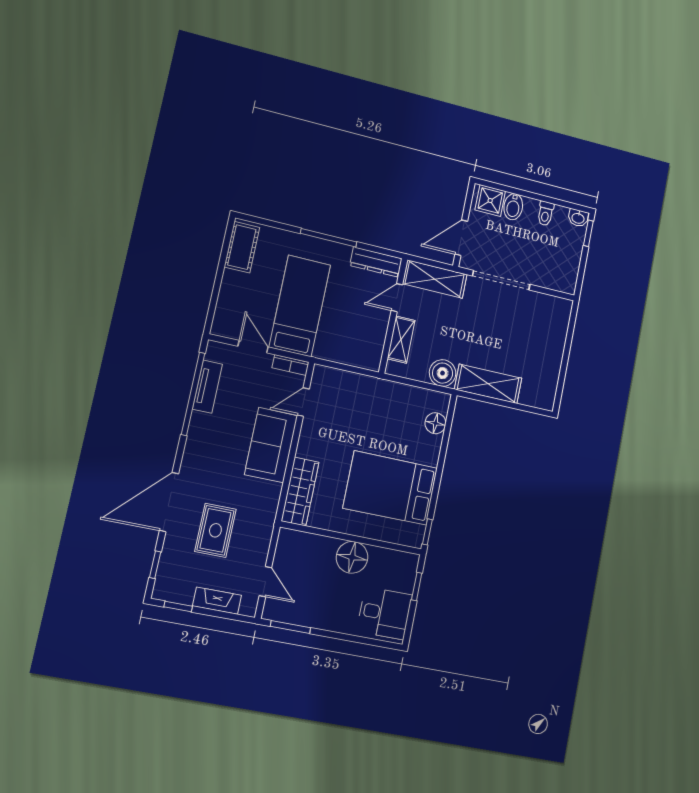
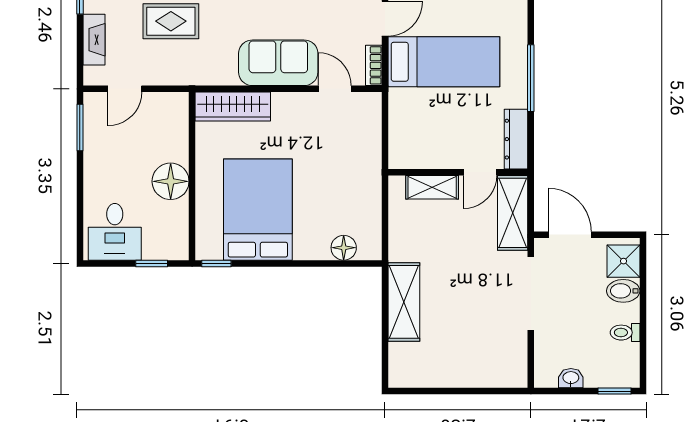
washbasin: (578, 218) -> (571, 378), moved, turned 90
door: (397, 298) -> (480, 172), swing flipped
boiler: (443, 373) -> (404, 244), removed

